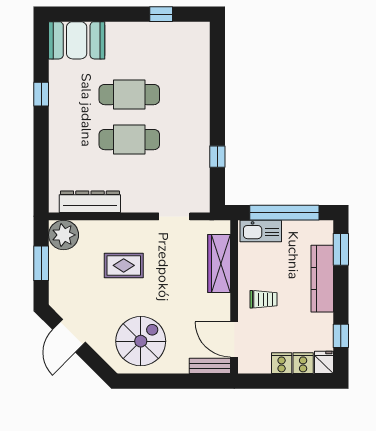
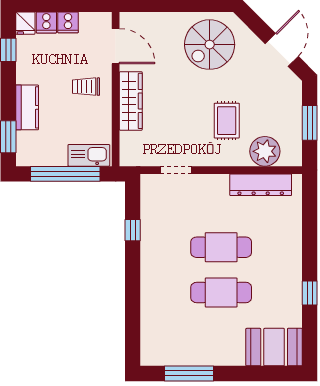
window: (161, 14) -> (189, 373), width x2.17
plant: (64, 235) -> (265, 151), moved
wardrobe: (219, 263) -> (131, 101), moved
rug: (124, 265) -> (227, 121), turned 90
kitchen counter: (322, 279) -> (27, 107), width x0.67
bench: (210, 366) -> (140, 20), removed

